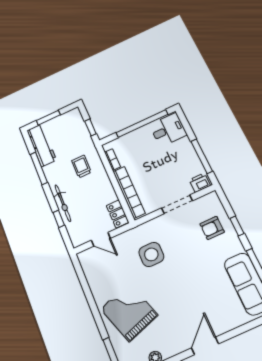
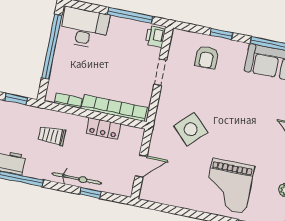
desk: (168, 130) -> (84, 28), width x1.37
doorway: (177, 204) -> (160, 72), width x0.73
locker: (118, 214) -> (103, 129), moved
side table: (151, 254) -> (191, 129), turned 45
grand piano: (129, 312) -> (229, 186), turned -71

